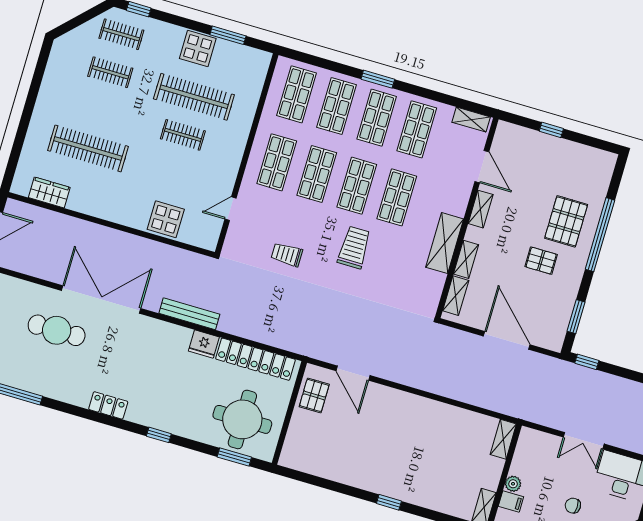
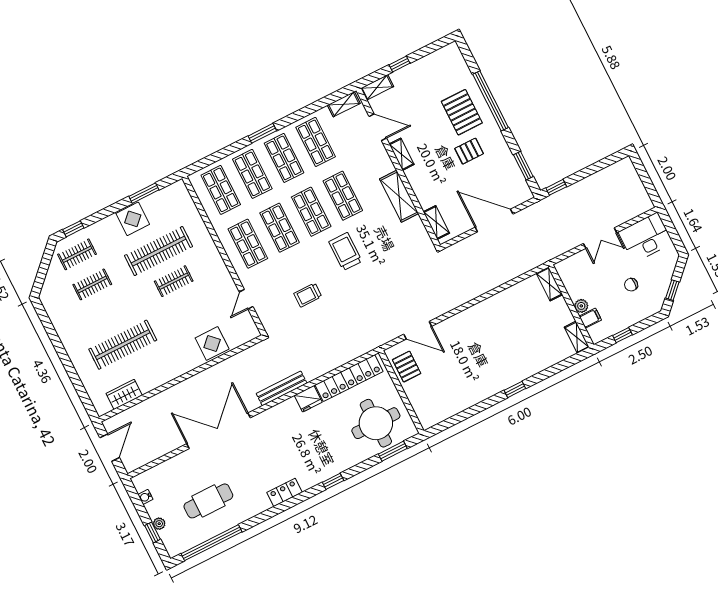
shelving: (466, 259) -> (377, 87), moved, turned 90
cafe table: (57, 330) -> (208, 501), moved

